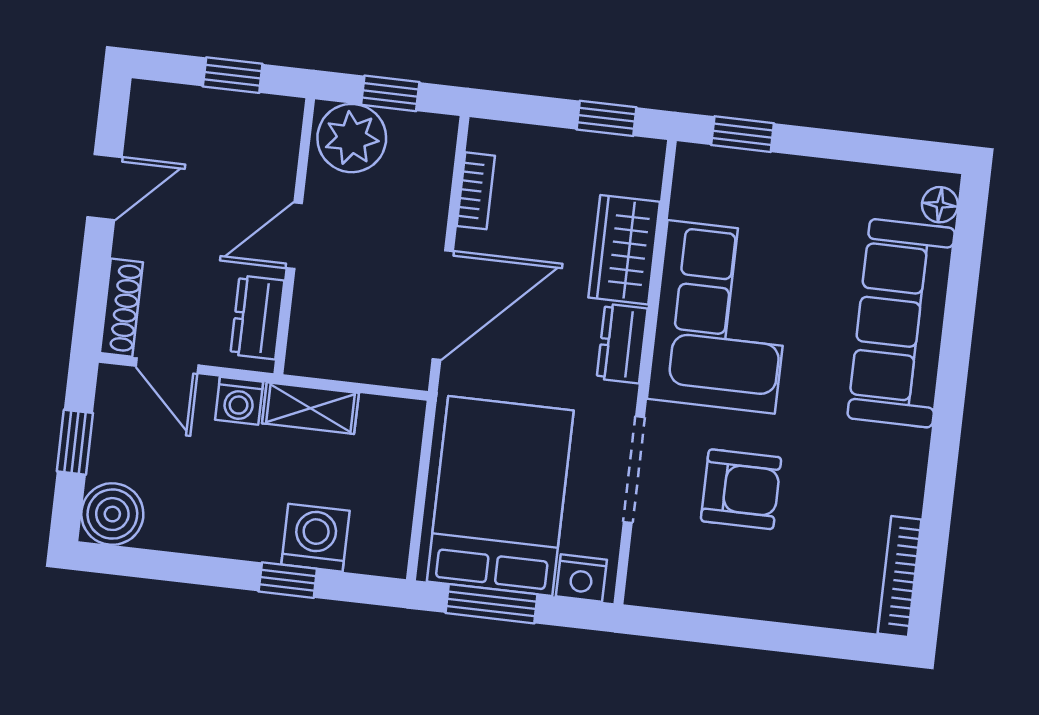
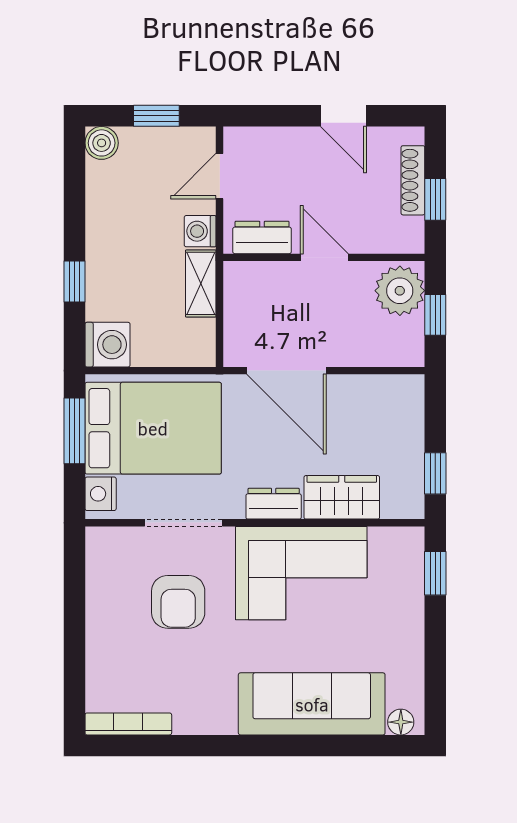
bookcase: (476, 191) -> (372, 385), removed
shoe rack: (121, 308) -> (413, 180), moved, turned 90
boiler: (112, 514) -> (102, 143), width x0.73, depth x0.73
washing machine: (315, 538) -> (107, 345), moved

